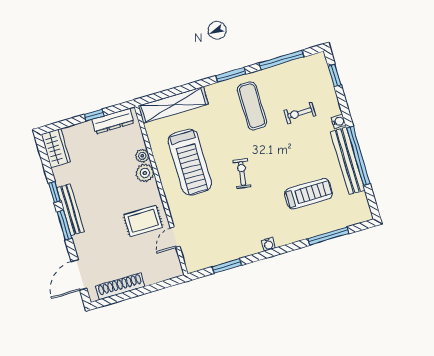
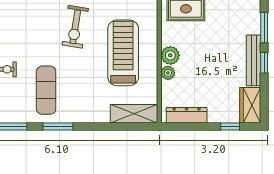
shelving: (173, 105) -> (134, 114), width x0.68
window: (94, 115) -> (230, 127), moved
exercise bike: (242, 173) -> (75, 27), width x1.38, depth x1.39
bench: (71, 210) -> (254, 60), moved

